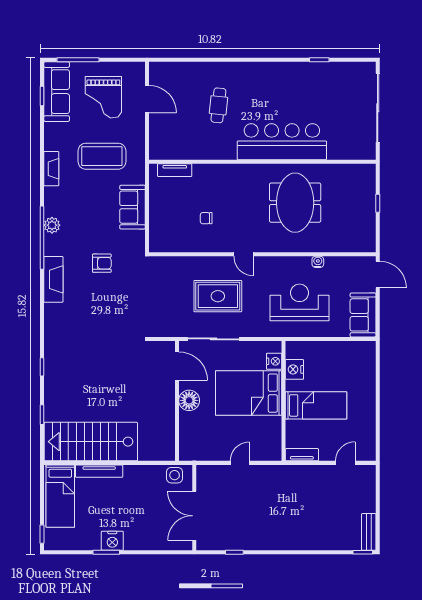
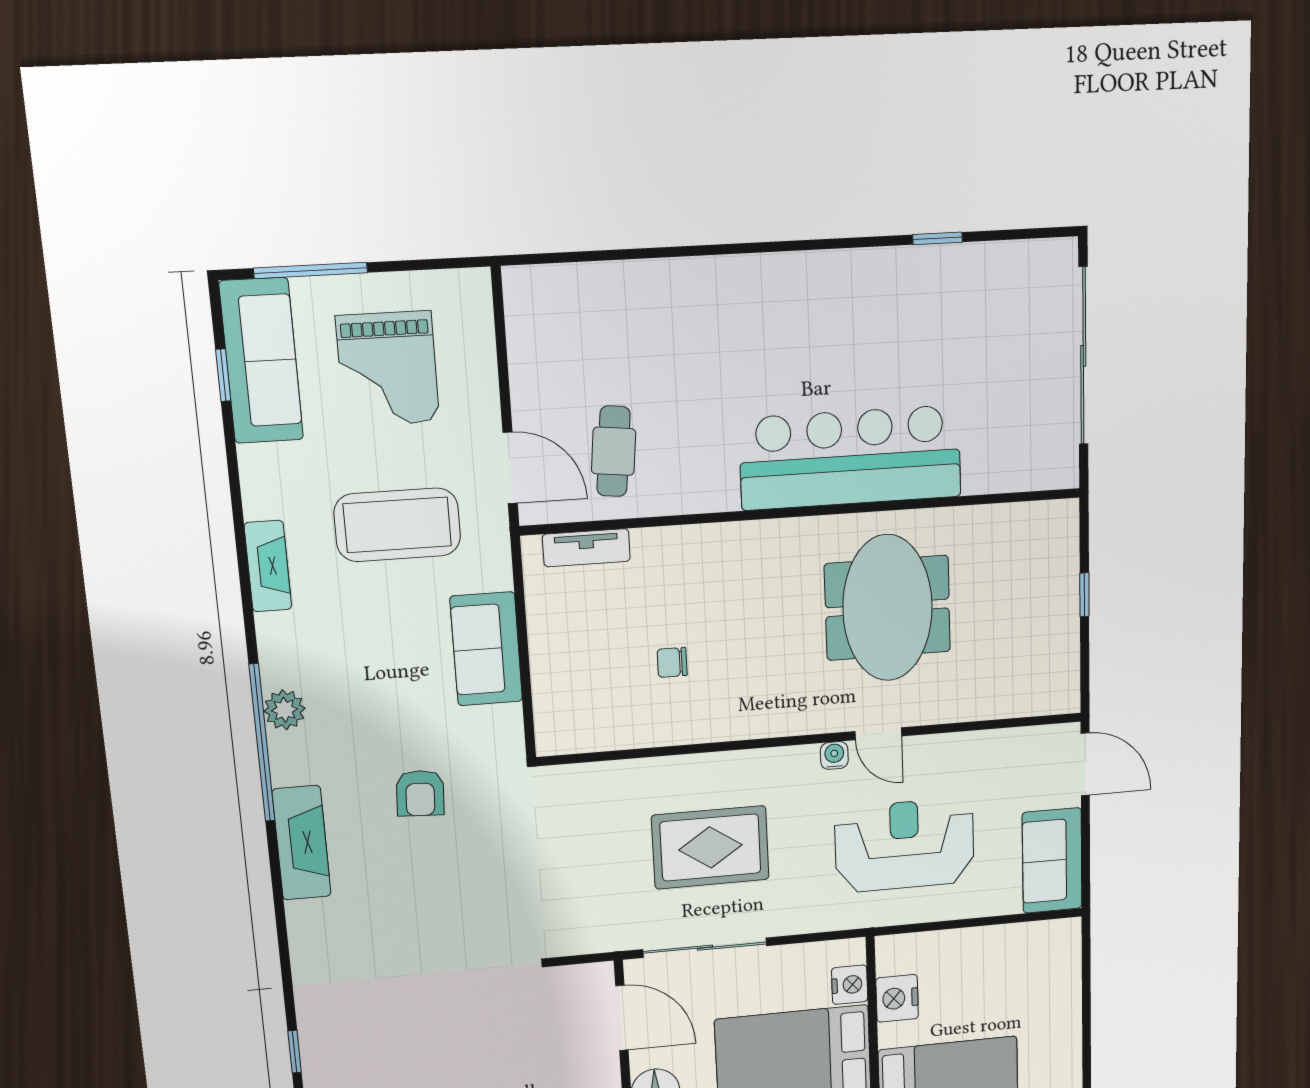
door: (147, 99) -> (510, 468), moved
cafe table: (218, 105) -> (614, 451), moved
door: (244, 254) -> (878, 734), moved
water cooler: (318, 262) -> (834, 755), moved
armchair: (102, 263) -> (420, 793), turned 93

